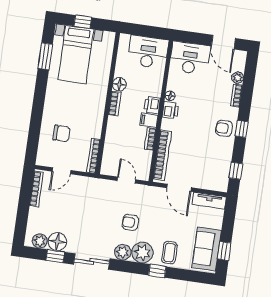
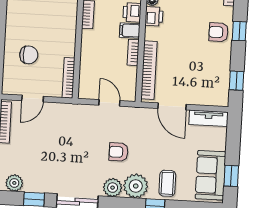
floor lamp: (57, 242) -> (35, 182), removed

